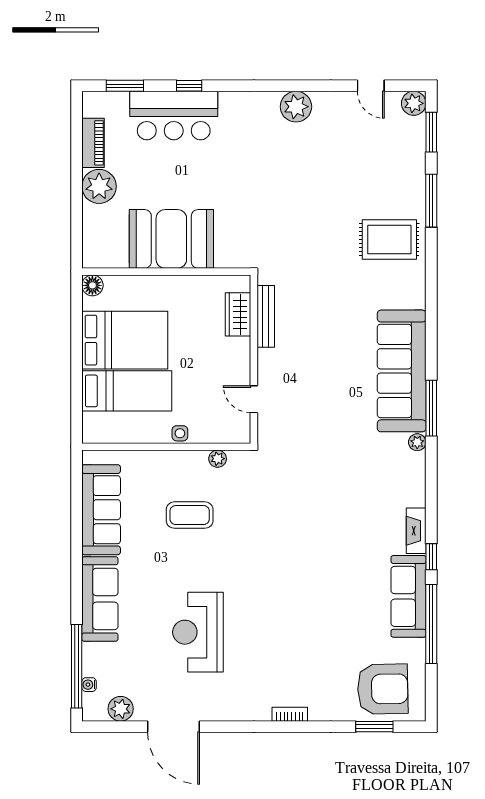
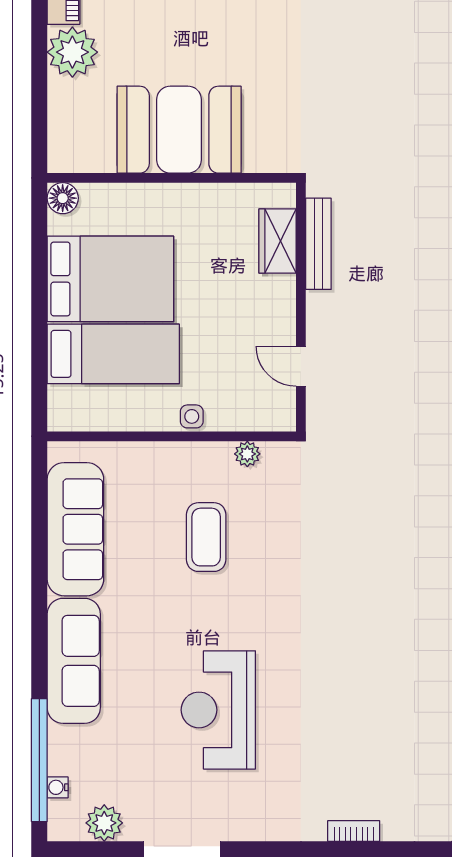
coffee table: (190, 515) -> (206, 537), turned 90

